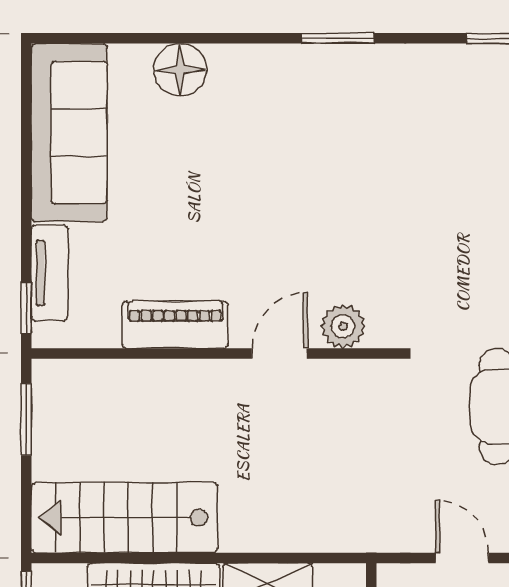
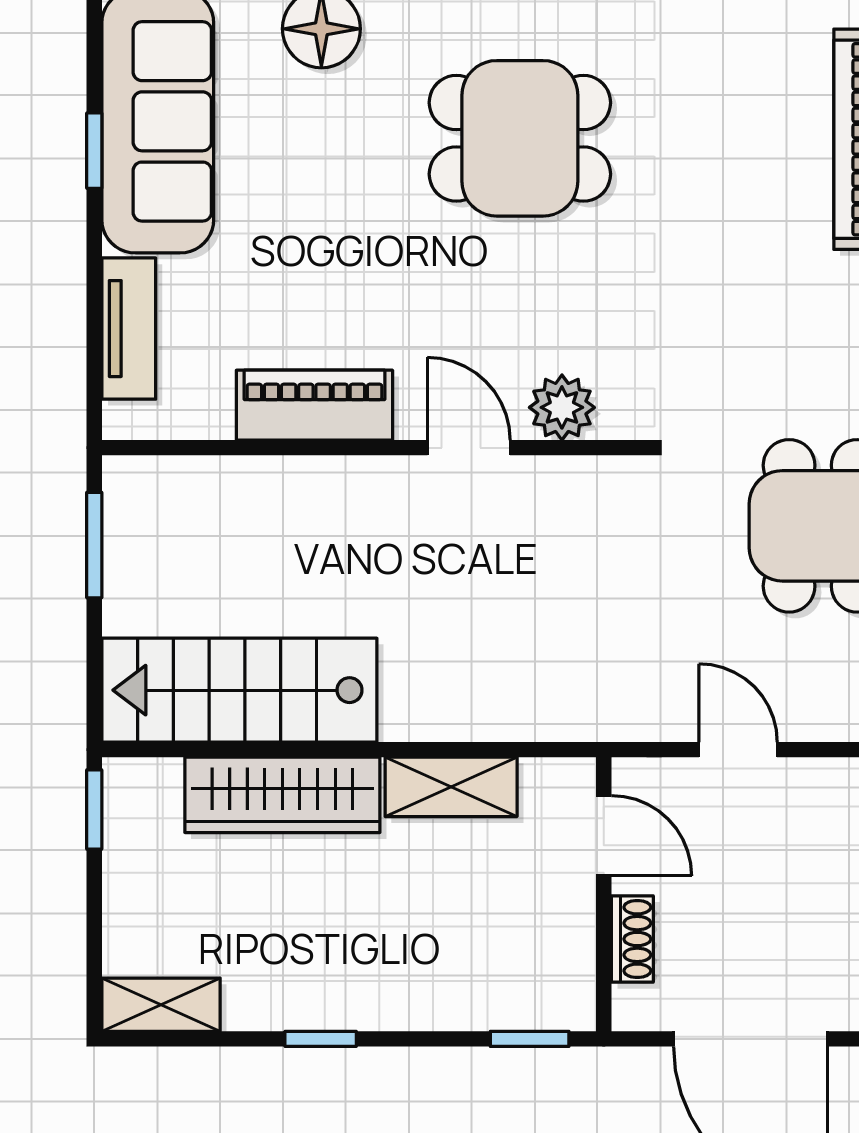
dining table: (314, 144) -> (520, 138), added
window: (26, 308) -> (94, 151), moved
door: (280, 353) -> (469, 448), hinge flipped

